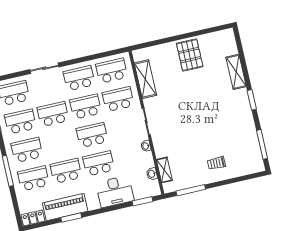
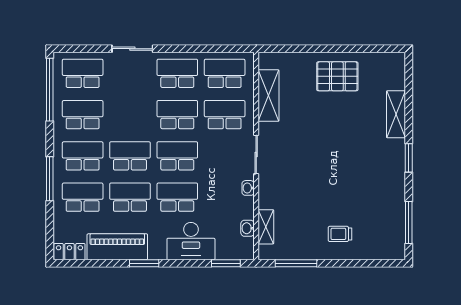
pallet: (190, 55) -> (337, 76), turned 90
school desk: (53, 114) -> (130, 156), moved
window: (71, 218) -> (144, 263), moved

